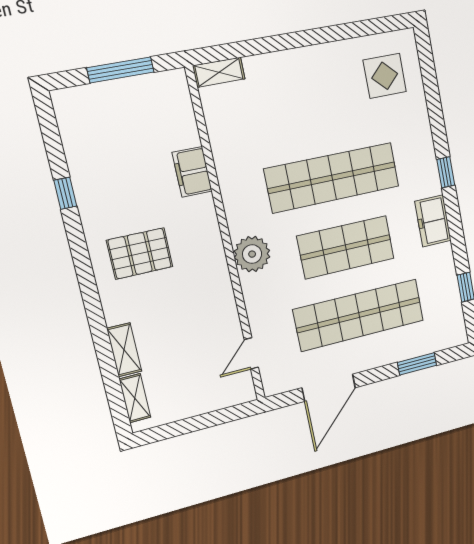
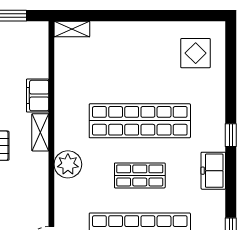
shelving: (207, 220) -> (40, 132), added
shop shelf: (346, 247) -> (140, 175), width x0.70, depth x0.74

